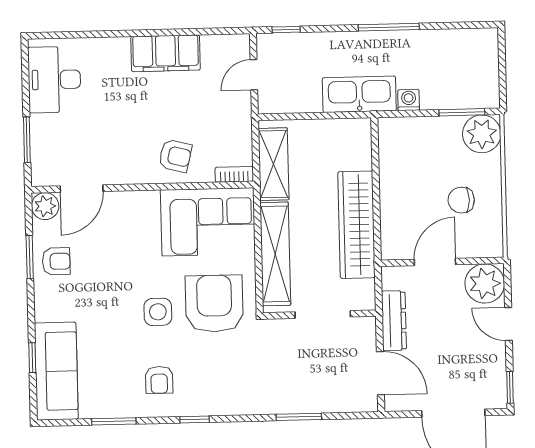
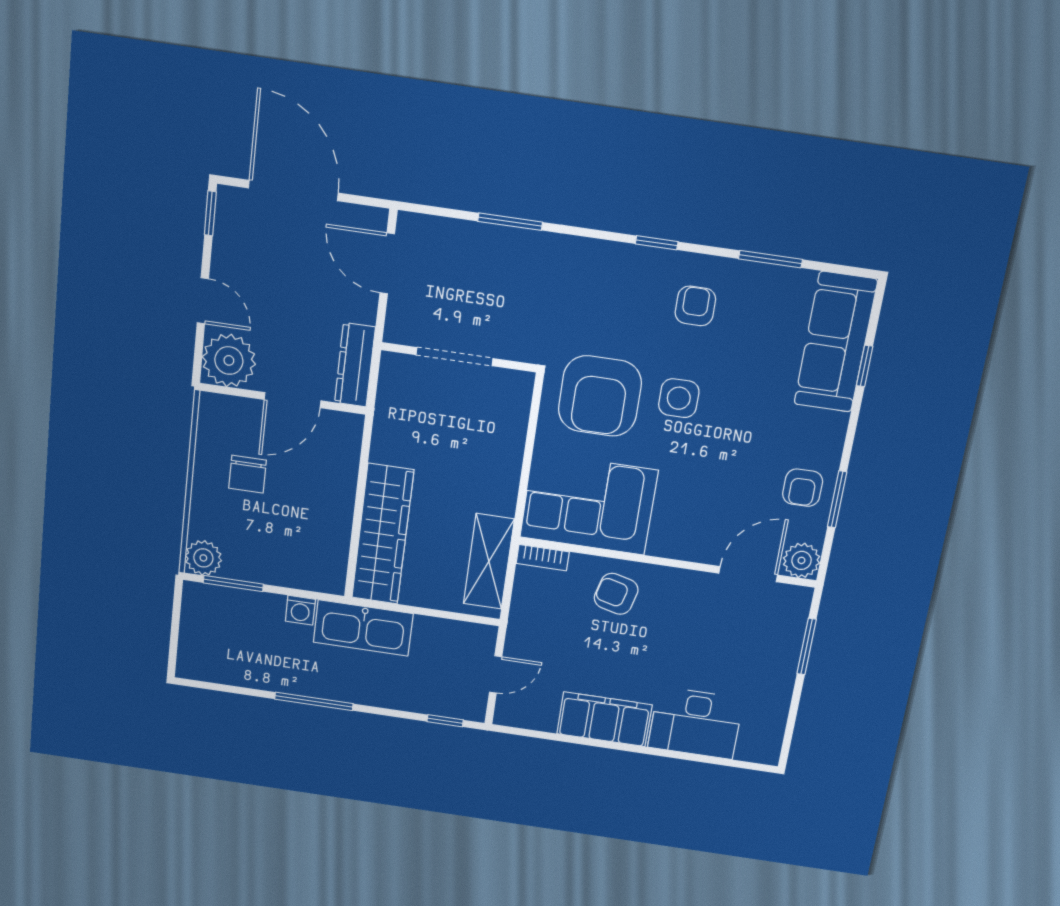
desk: (54, 80) -> (695, 723), moved, turned 90
plant: (482, 134) -> (203, 558), width x0.73, depth x0.73
chair: (461, 200) -> (247, 474), turned 90
wardrobe: (357, 225) -> (383, 534), moved
shelving: (275, 254) -> (506, 447), removed
armchair: (56, 261) -> (803, 488), turned -90
dresser: (394, 321) -> (355, 365), moved

